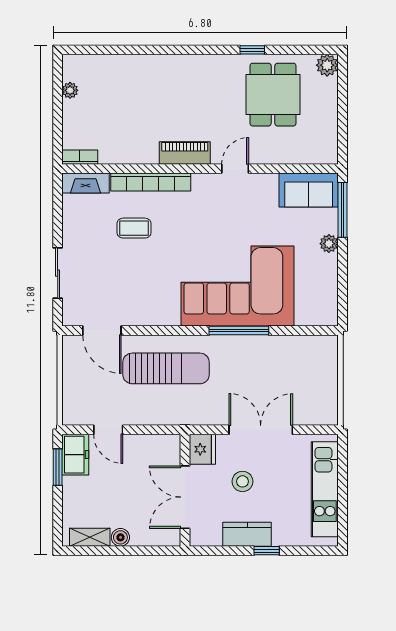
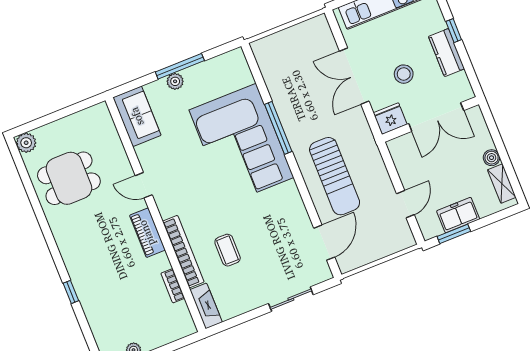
window: (252, 50) -> (71, 292), moved
bookcase: (80, 157) -> (173, 286), moved
window: (343, 210) -> (180, 66), moved
sun lounger: (166, 368) -> (335, 176), turned 180
freezer: (75, 455) -> (458, 215), moved

